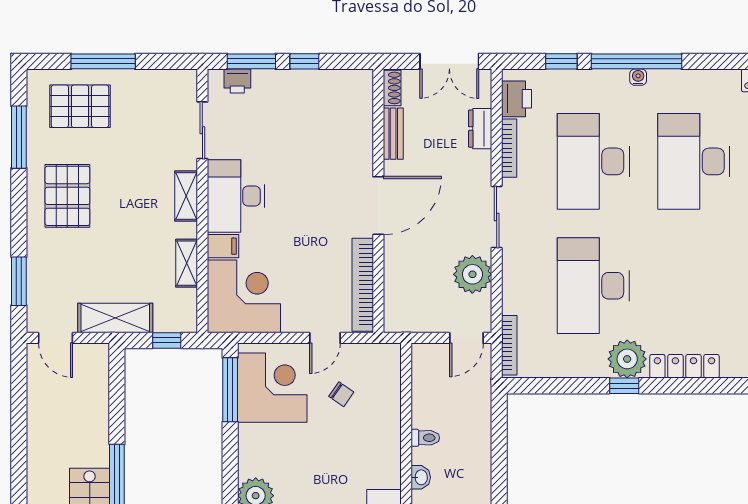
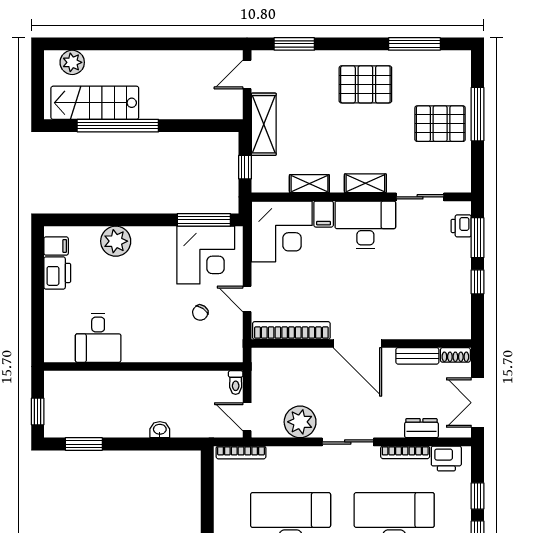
pallet: (80, 106) -> (440, 124), moved, turned 90
toilet: (425, 438) -> (236, 383), moved
washbasin: (421, 477) -> (160, 430), moved, turned 180

